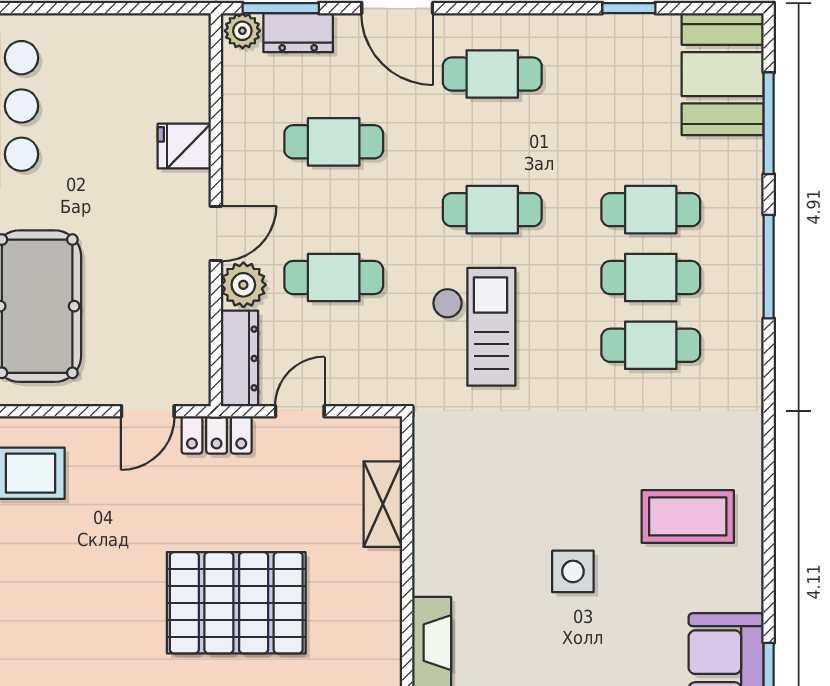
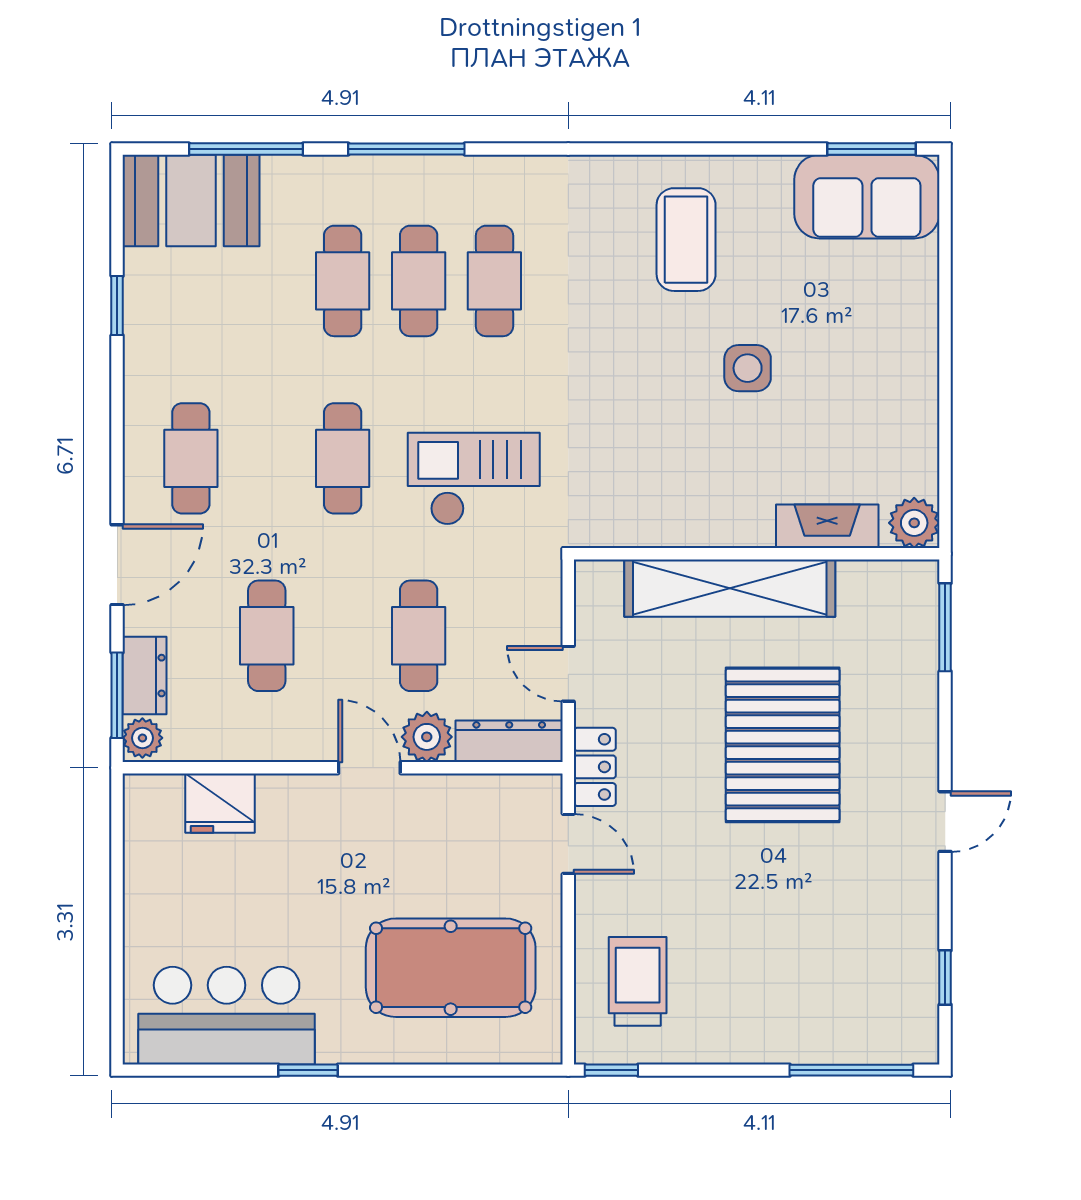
fridge: (184, 146) -> (220, 803), moved, width x1.38
shelving: (383, 504) -> (730, 588), width x2.20, depth x1.33

